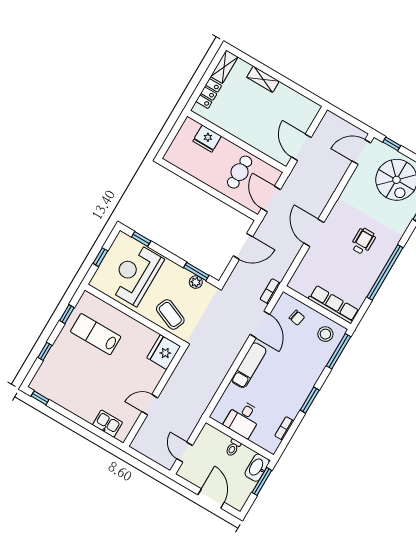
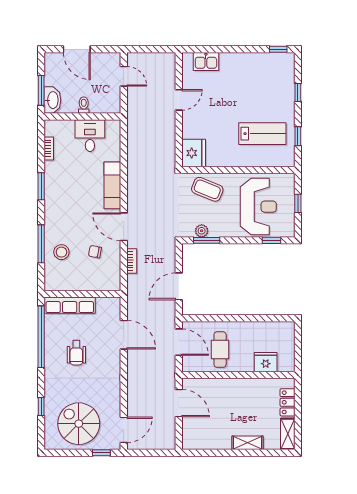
row of seats: (333, 304) -> (70, 305), moved
wall: (317, 308) -> (82, 294), moved

